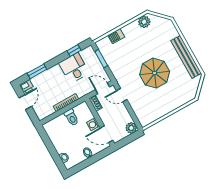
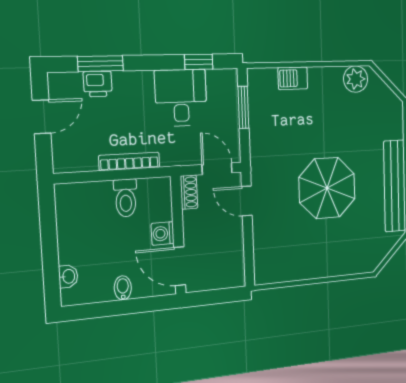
printer: (27, 87) -> (98, 84), moved
plant: (131, 128) -> (233, 276), removed

